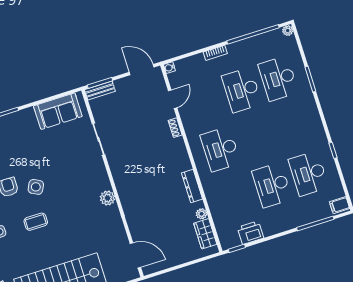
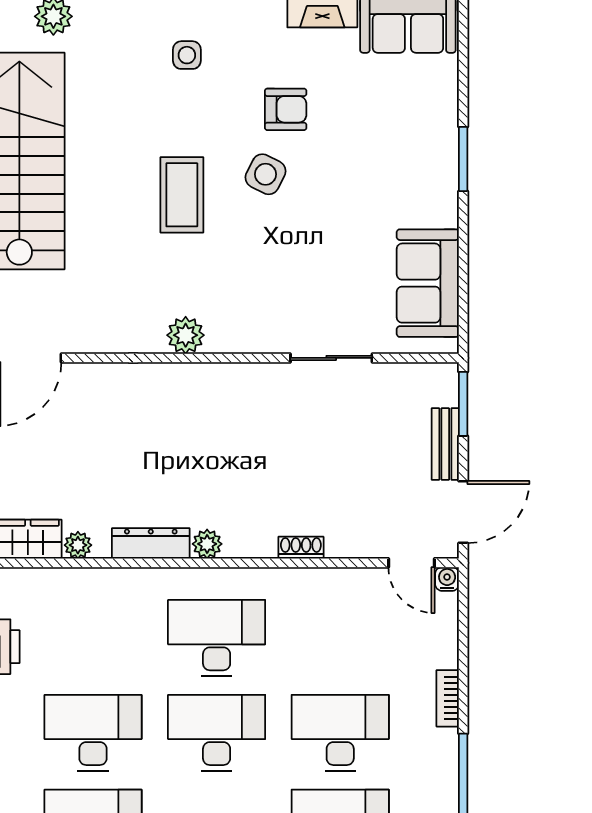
bench: (100, 90) -> (445, 444), moved
door: (173, 99) -> (411, 563), moved
desk: (257, 138) -> (217, 733), added
plant: (185, 164) -> (207, 544), added
coffee table: (36, 222) -> (182, 195), moved, width x1.36, depth x1.30

